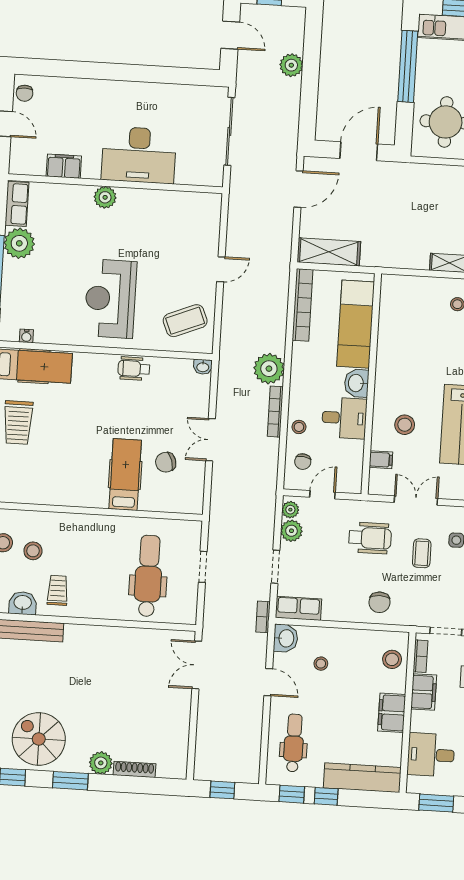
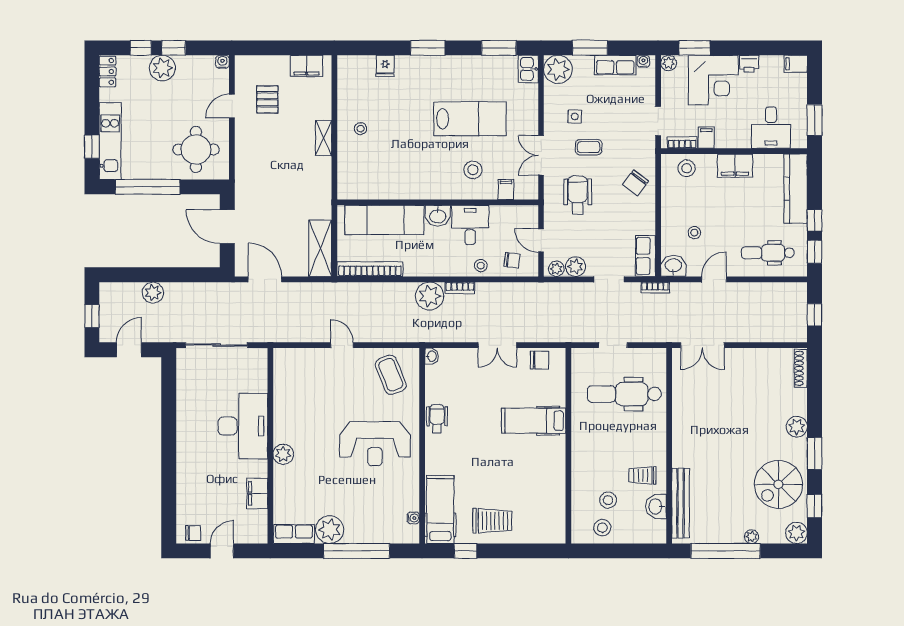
wheelchair: (134, 369) -> (437, 419), turned 180
bookcase: (275, 412) -> (460, 288), width x0.64
chair: (166, 462) -> (540, 360), moved, turned -72
chair: (379, 602) -> (635, 183), turned 127
filing cabinet: (424, 692) -> (706, 138), width x0.50
shoe rack: (135, 769) -> (801, 368), moved

